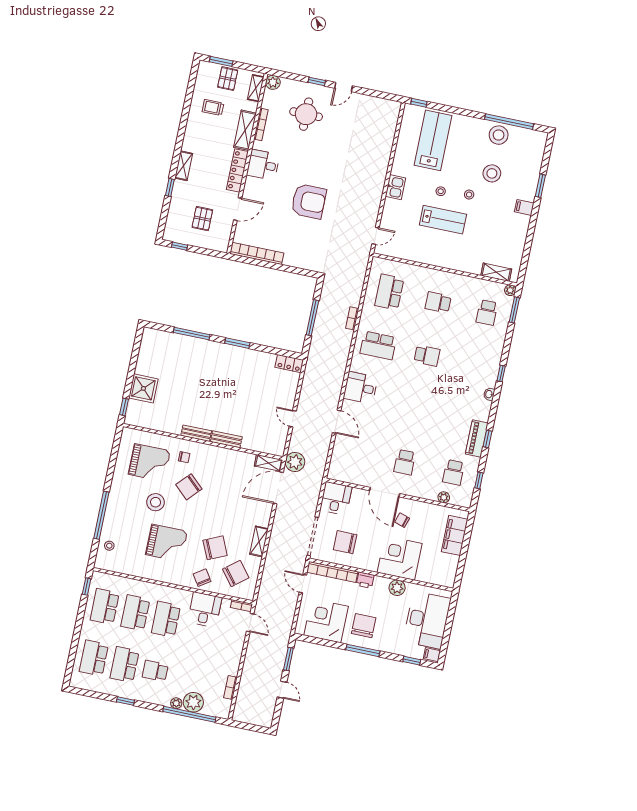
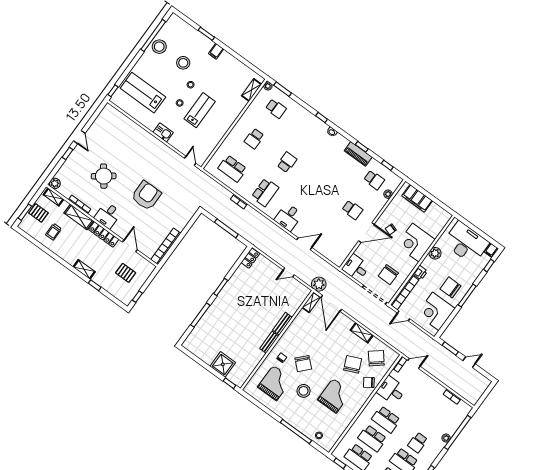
round table: (306, 114) -> (104, 176), moved, turned -37
plant: (193, 702) -> (451, 426), removed

